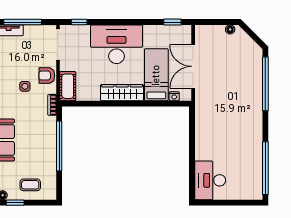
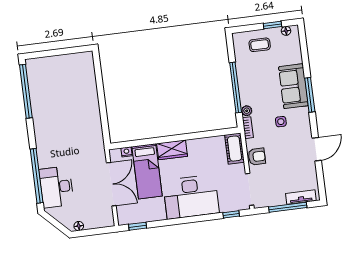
side table: (25, 86) -> (281, 122), moved
wardrobe: (122, 93) -> (172, 150), width x0.67
plant: (51, 122) -> (247, 111), added
desk: (210, 180) -> (56, 187), moved, turned 180

